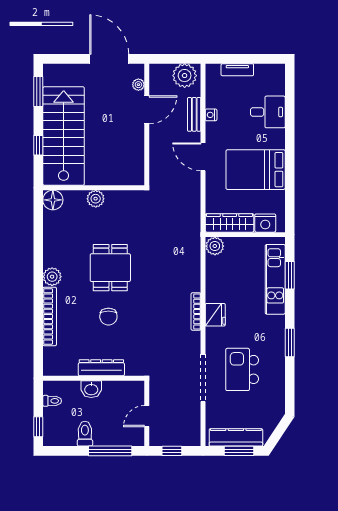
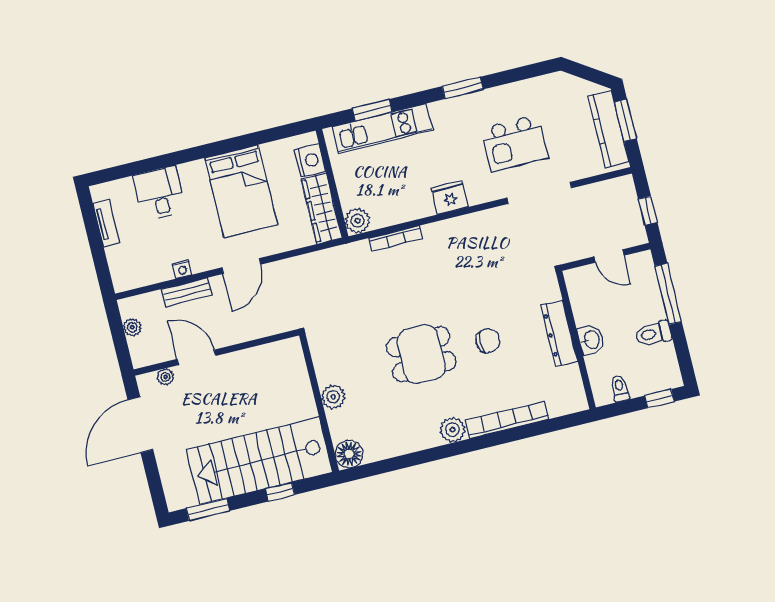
tv unit: (237, 70) -> (106, 223), moved
plant: (185, 76) -> (132, 327), width x0.53, depth x0.53
bookcase: (196, 312) -> (396, 238), moved

